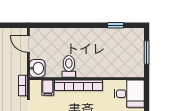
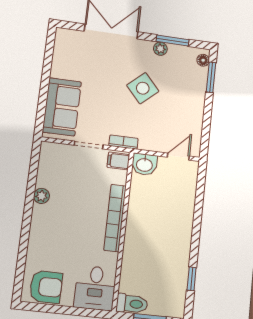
toilet: (69, 66) -> (132, 304), moved
filing cabinet: (48, 88) -> (118, 161), moved

